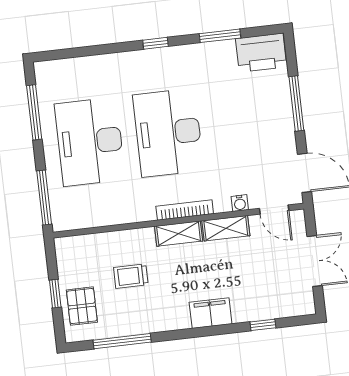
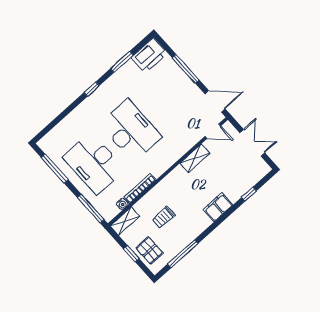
desk: (168, 133) -> (131, 130), turned 180
water cooler: (240, 203) -> (122, 204), moved
bookcase: (185, 210) -> (140, 188), moved
shelving: (179, 234) -> (125, 221), moved

